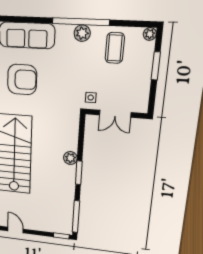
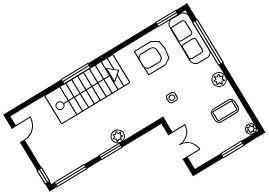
window: (81, 22) -> (208, 42), moved
armchair: (22, 80) -> (153, 56), turned 90
side table: (91, 98) -> (172, 98), moved
double door: (115, 114) -> (178, 146), swing flipped

